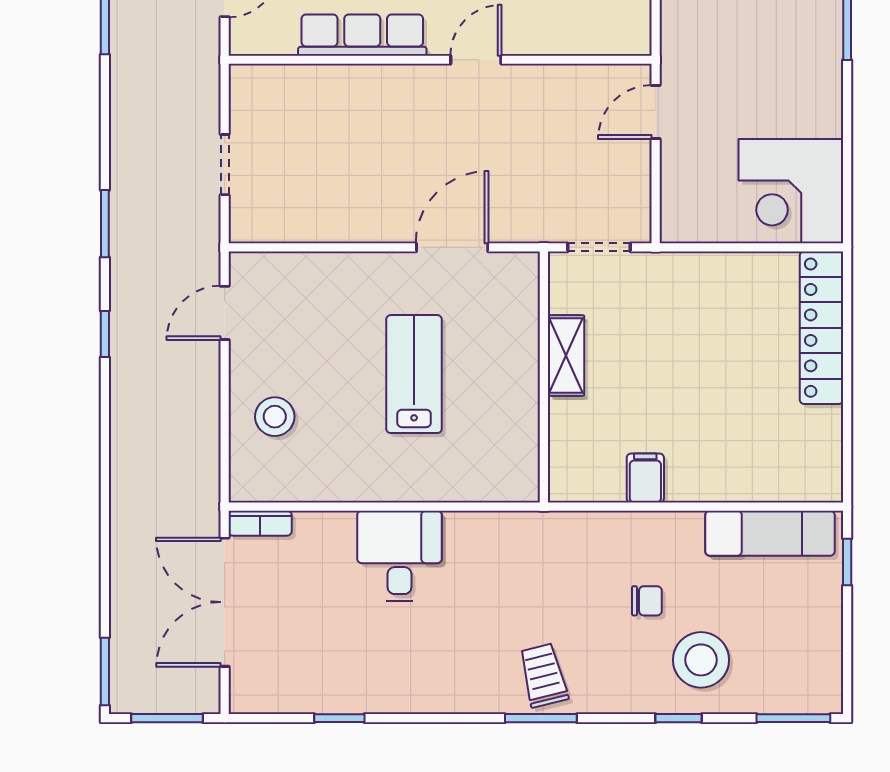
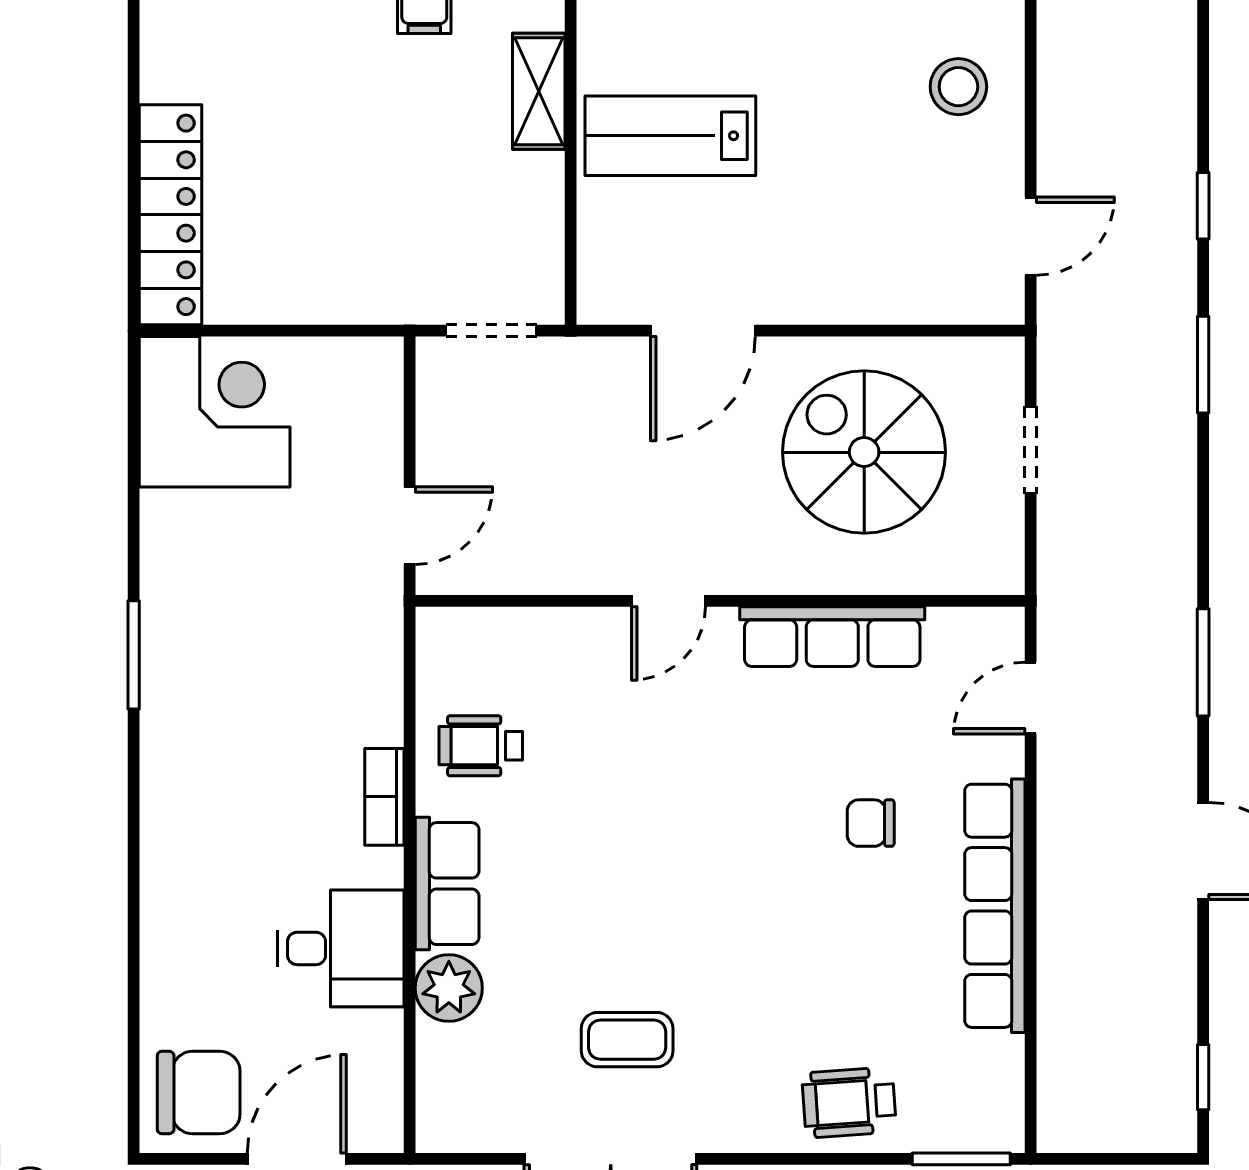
spiral stairs: (340, 163) -> (864, 452), added
shelving: (566, 356) -> (539, 91), moved
lab bench: (414, 374) -> (670, 136), moved, turned 90

